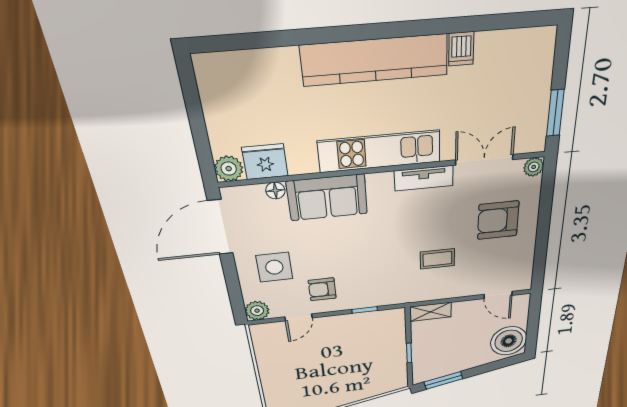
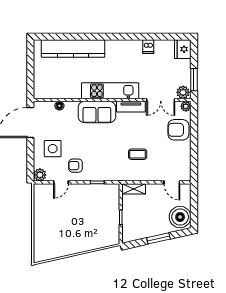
kitchen counter: (375, 60) -> (73, 49), moved
double door: (484, 160) -> (161, 100), swing flipped
fridge: (265, 162) -> (183, 49), moved, turned -90
plant: (229, 169) -> (183, 92), moved
sofa: (327, 198) -> (97, 112), moved
armchair: (498, 220) -> (178, 130), moved
window: (443, 380) -> (158, 238), moved

